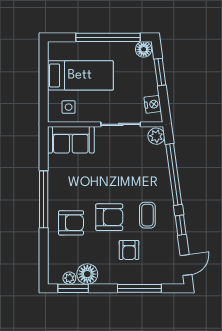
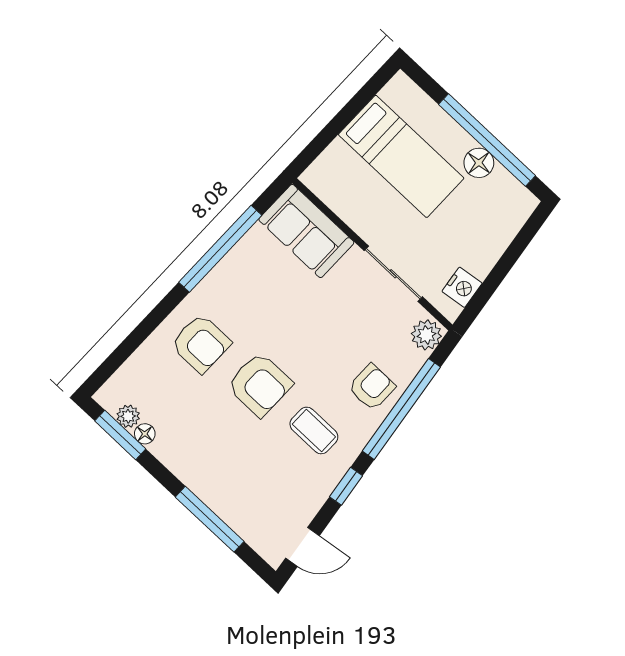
floor lamp: (144, 49) -> (479, 163), moved
window: (160, 72) -> (513, 253), removed
side table: (69, 107) -> (345, 184), removed
window: (44, 199) -> (220, 249), moved
coffee table: (147, 215) -> (314, 430), turned 90
armchair: (129, 250) -> (372, 387), moved, turned 180
floor lamp: (87, 274) -> (145, 434), width x0.53, depth x0.53

